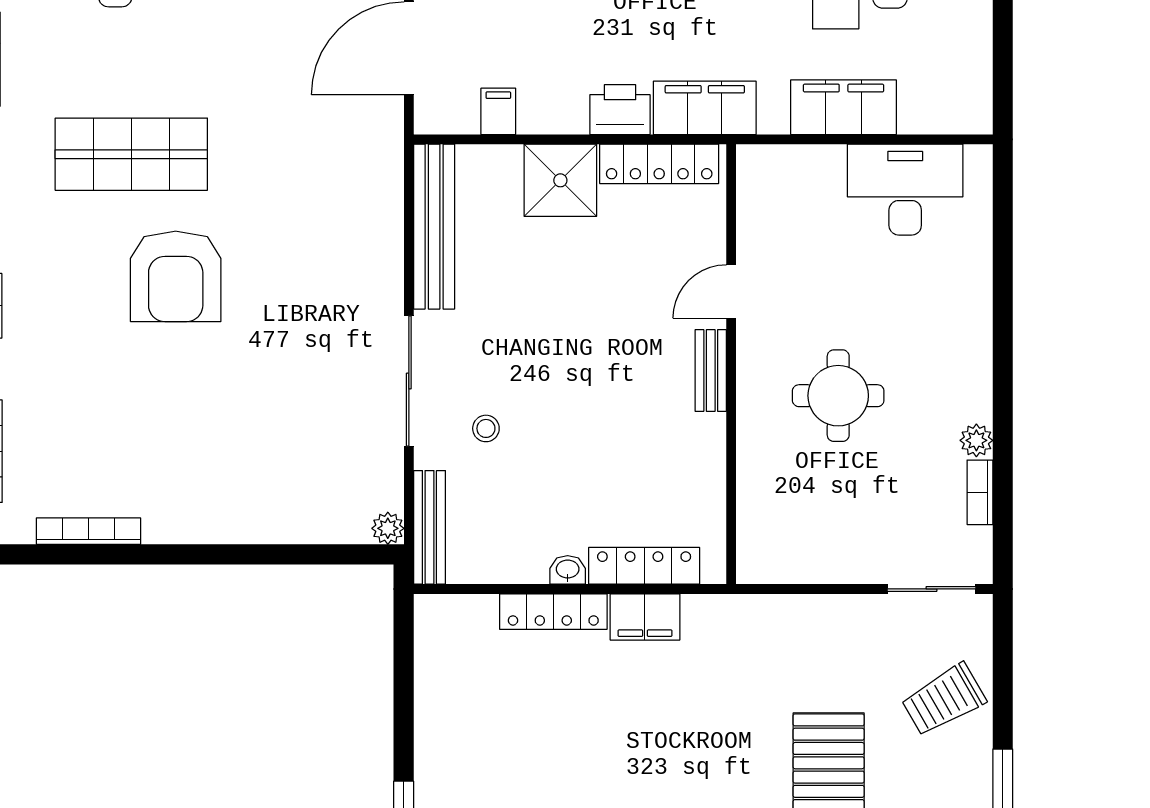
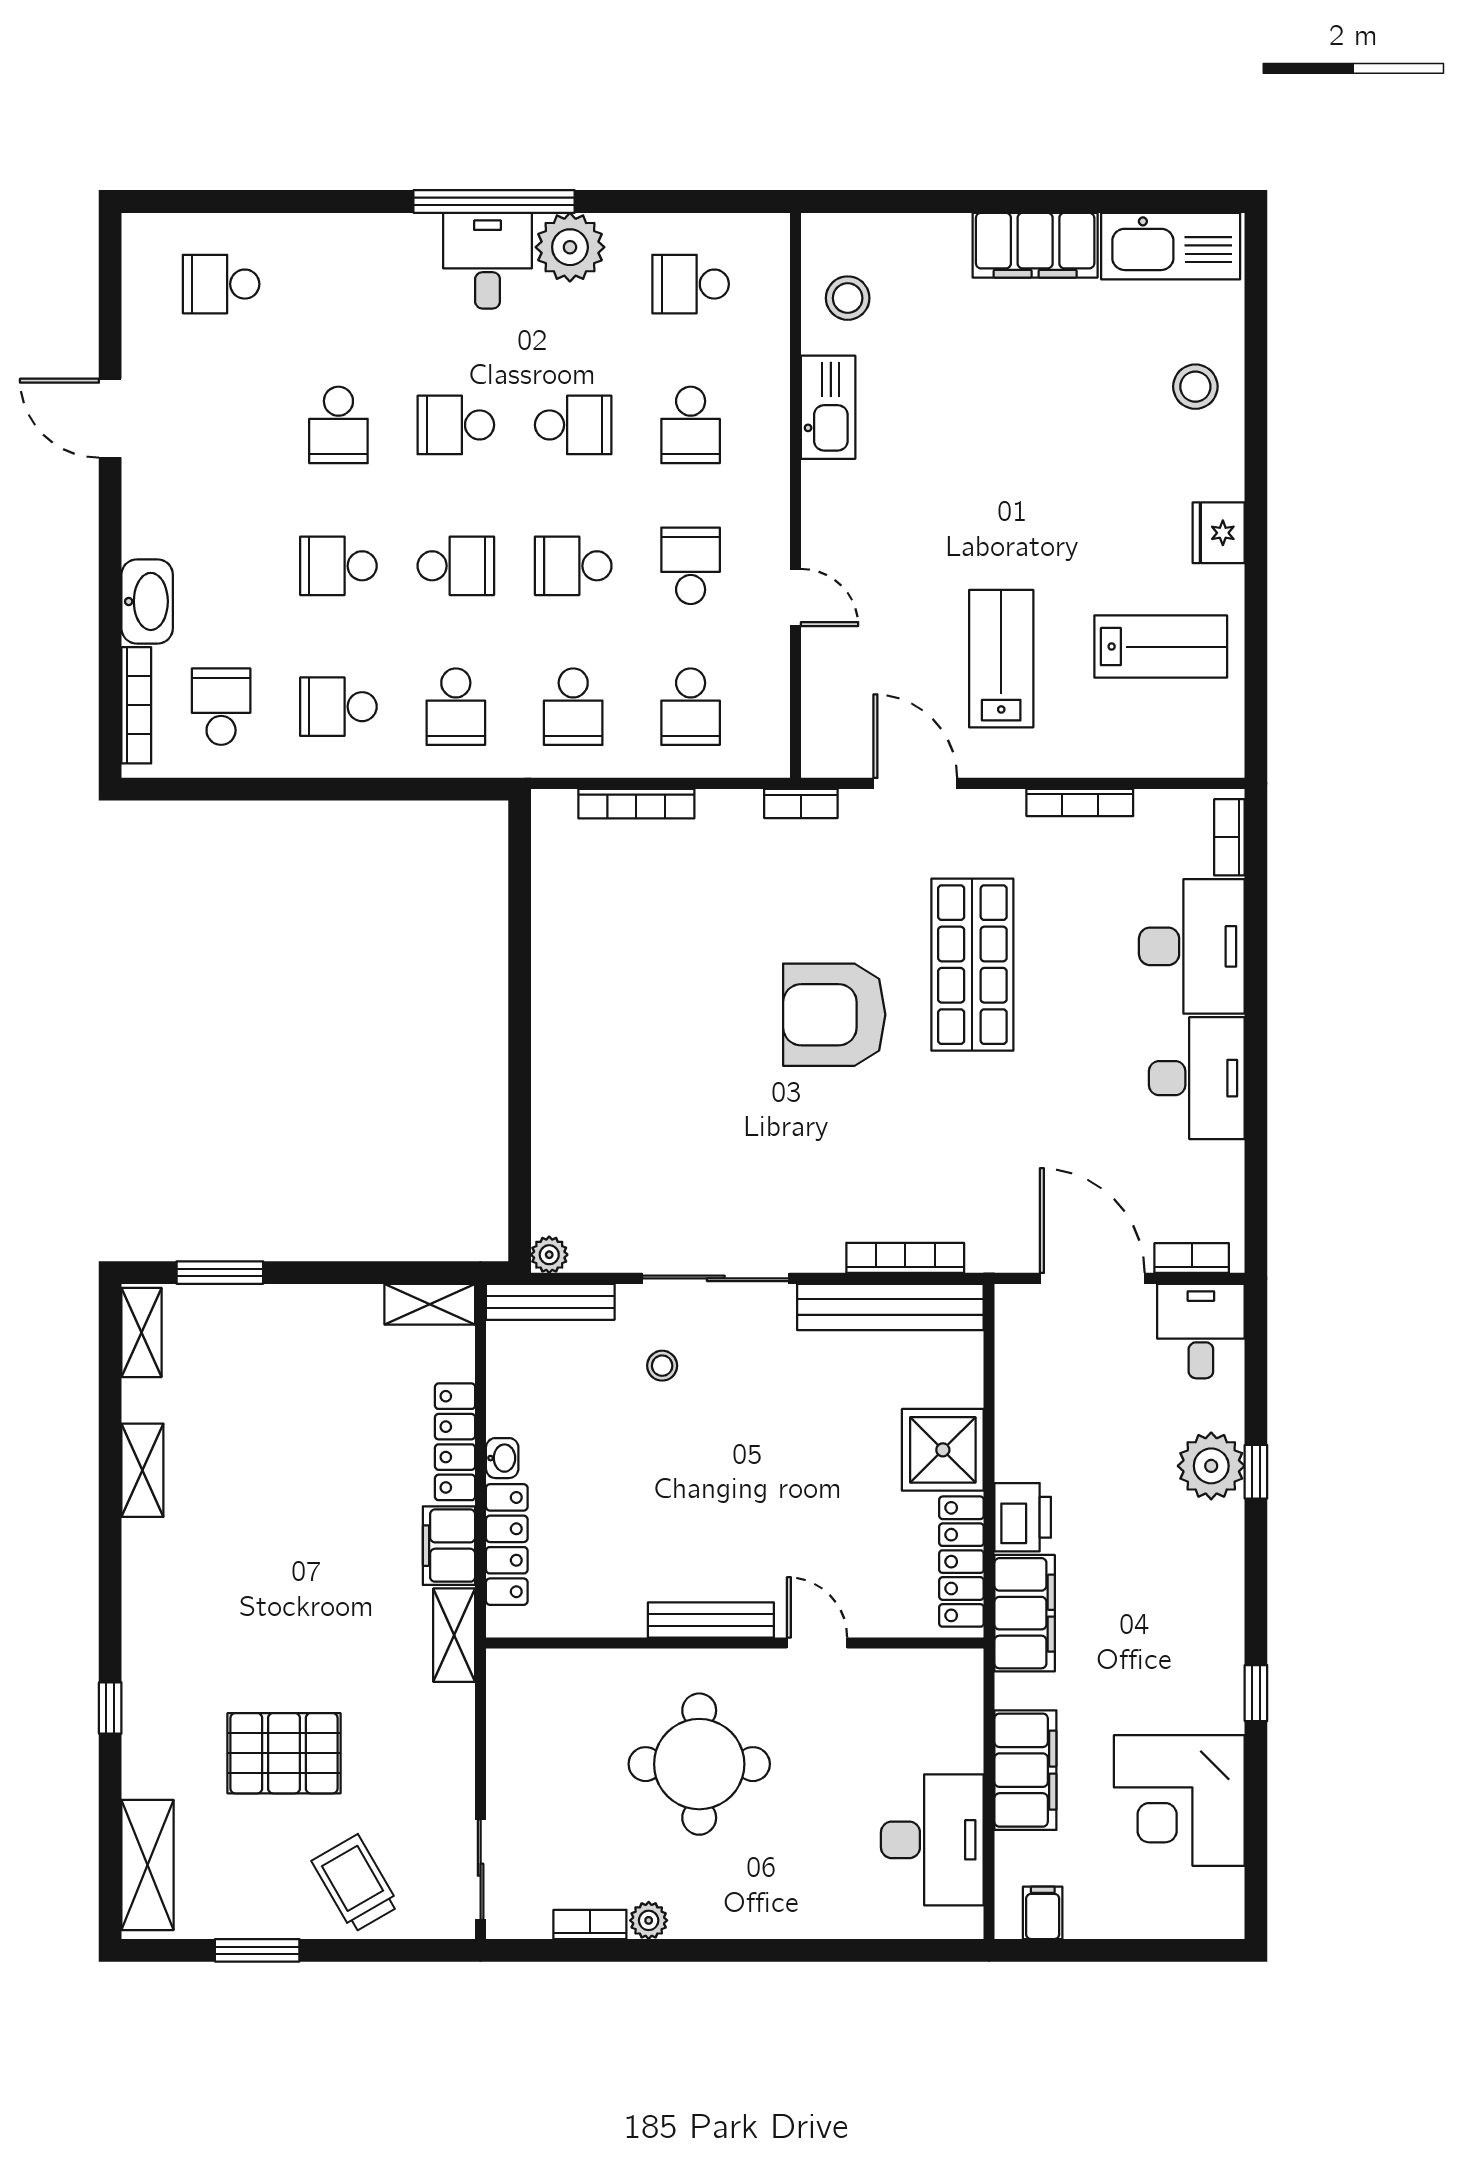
filing cabinet: (498, 111) -> (1043, 1913), moved, turned -90
bench: (711, 371) -> (711, 1620), width x1.36
round table: (838, 396) -> (699, 1764), width x1.36, depth x1.36
bookcase: (89, 531) -> (905, 1258), moved, turned -90
shelving: (724, 612) -> (454, 1635), added
shelving: (432, 634) -> (430, 1304), added

